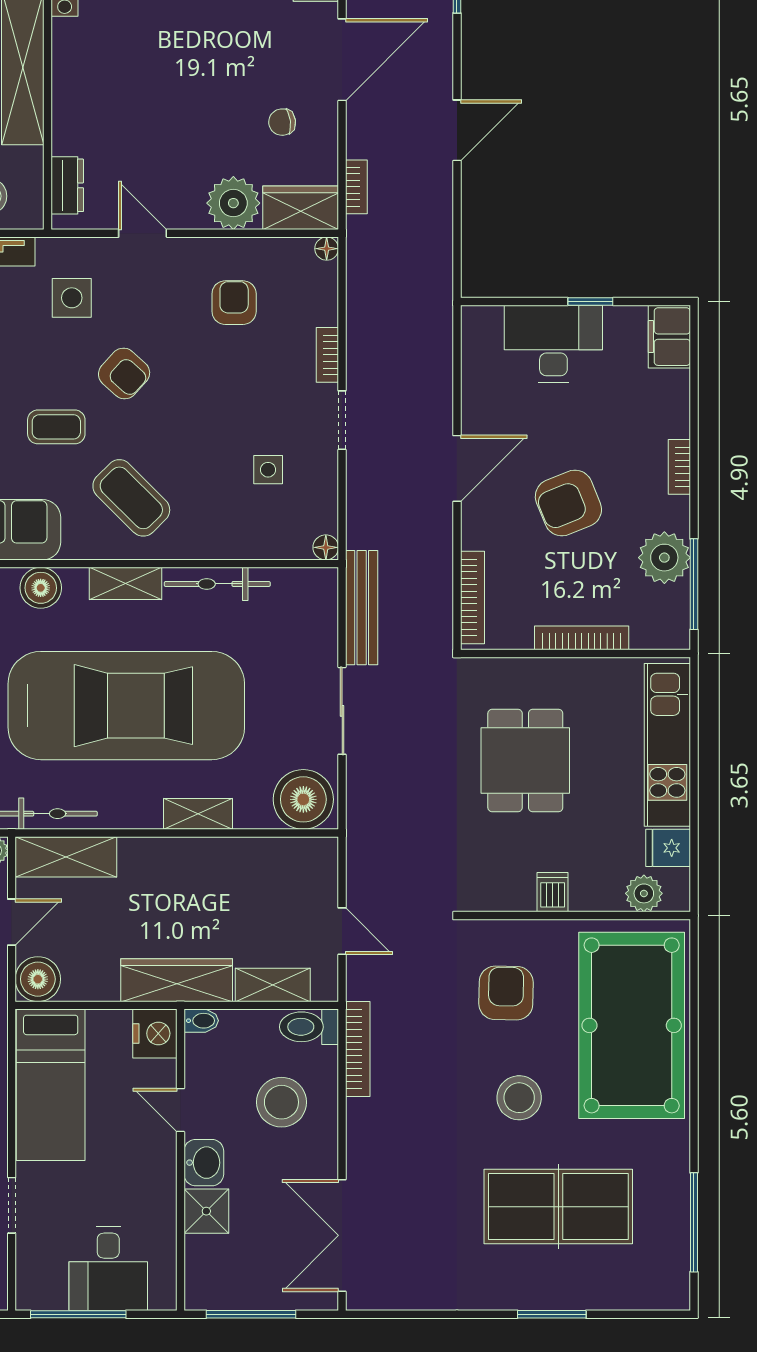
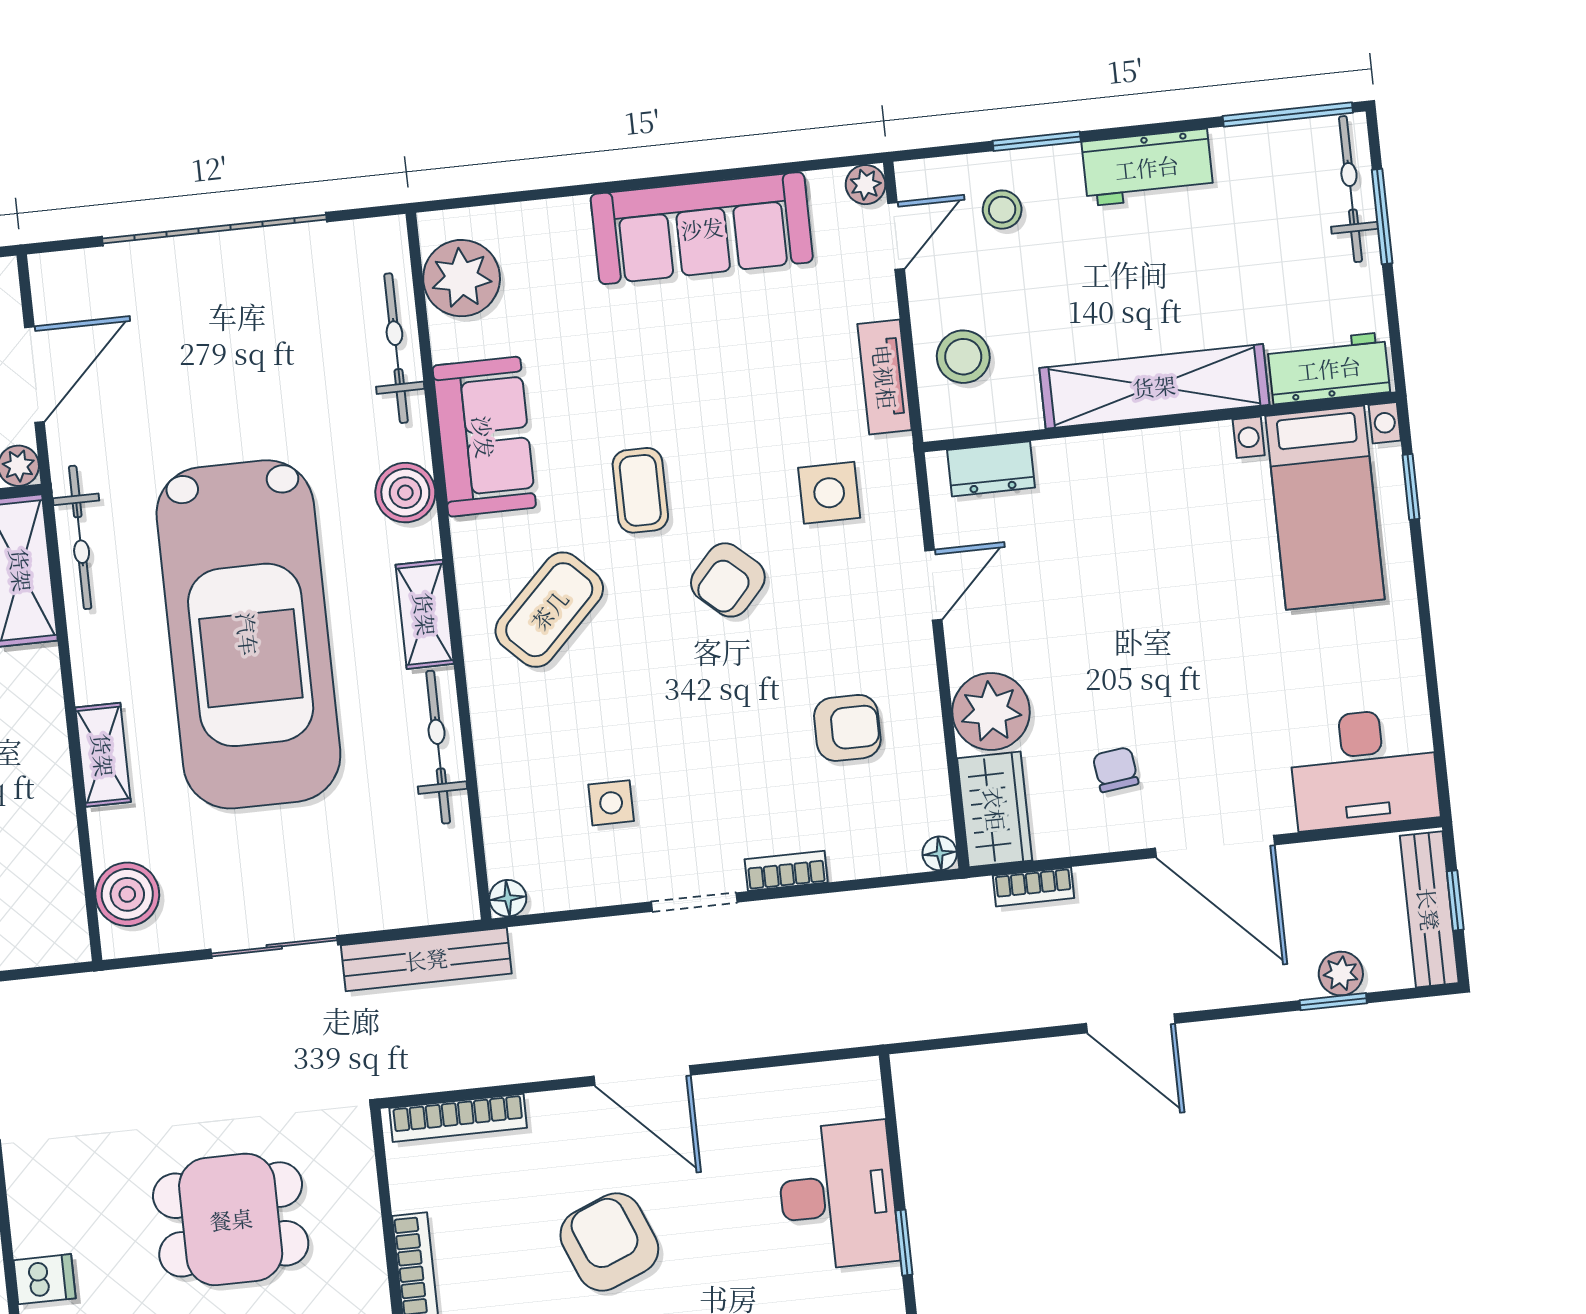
boiler: (303, 799) -> (127, 894), width x0.73, depth x0.73

